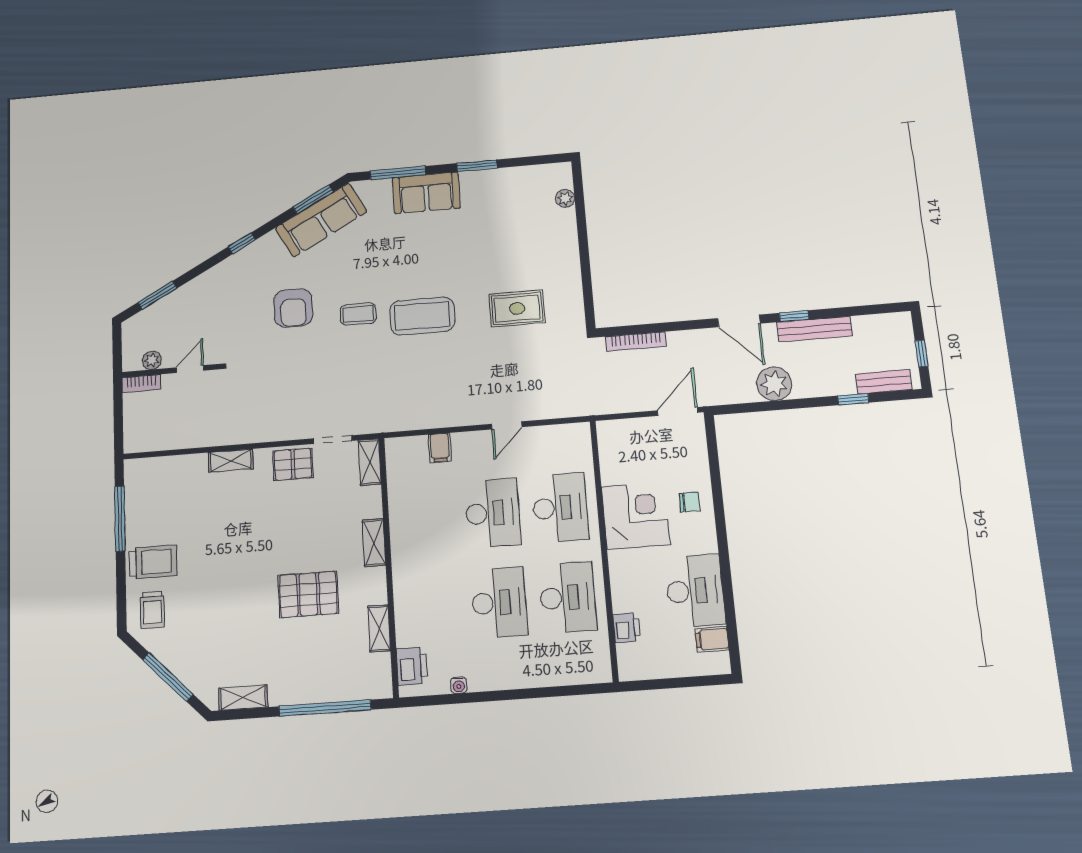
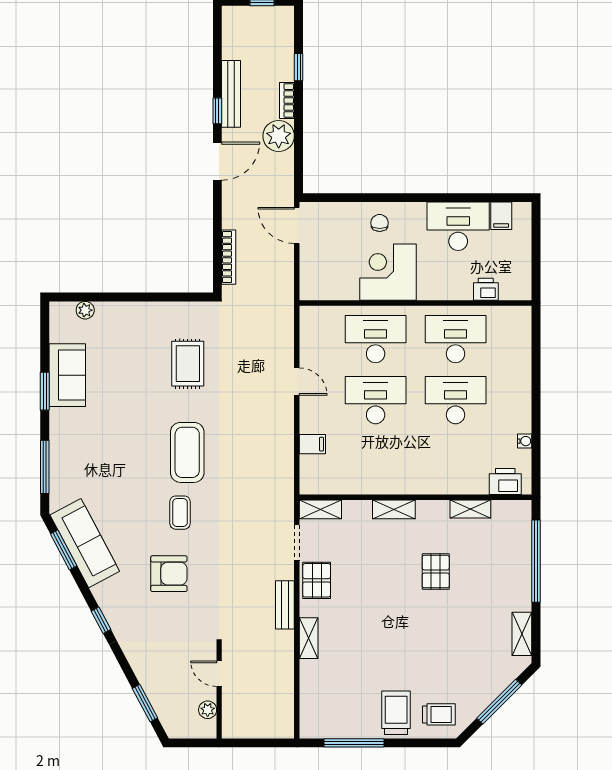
sofa: (426, 193) -> (67, 375), moved
bench: (884, 382) -> (285, 605), moved
bookcase: (141, 383) -> (287, 101), moved, turned 180
pallet: (308, 594) -> (436, 572), width x0.67, depth x0.71

